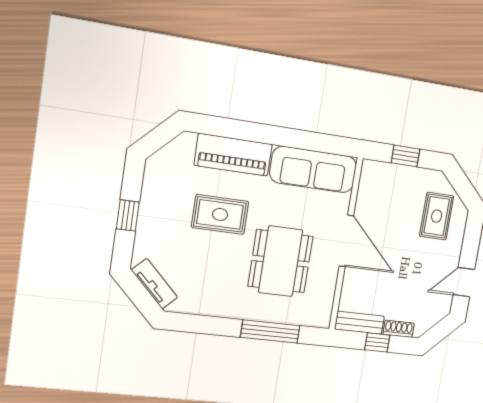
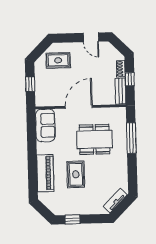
sofa: (313, 170) -> (45, 125), width x0.73
window: (128, 215) -> (72, 219), moved

